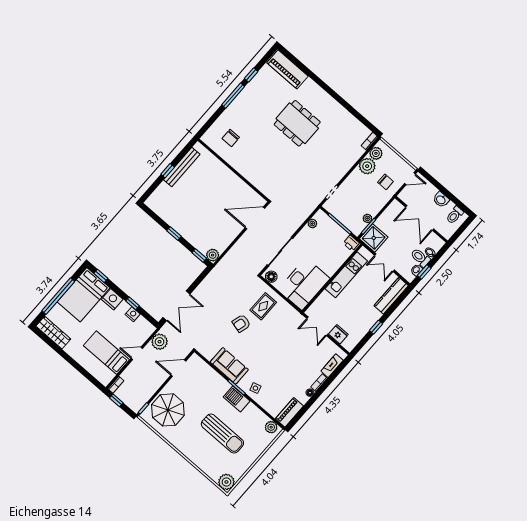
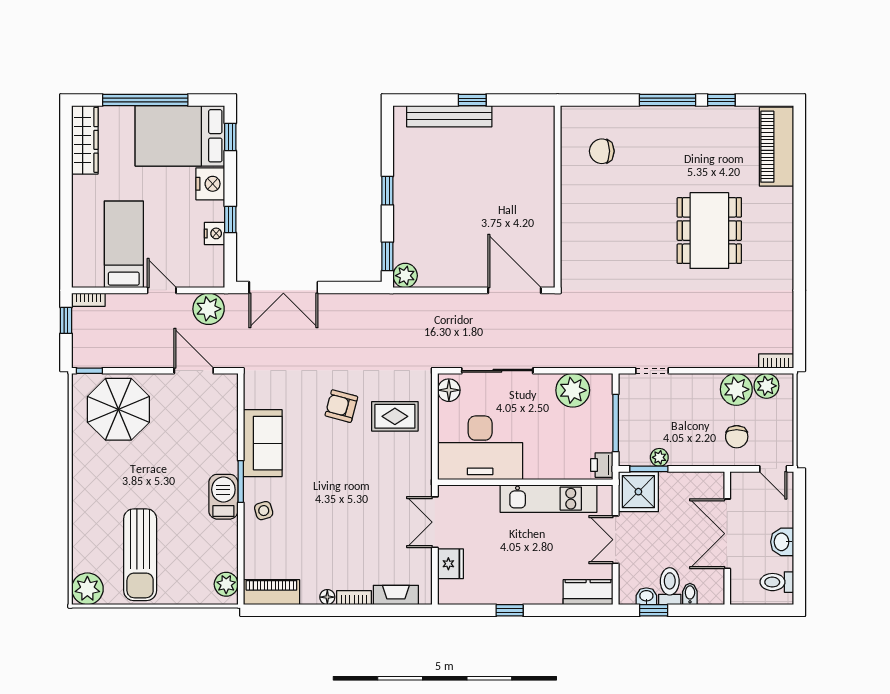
bench: (182, 167) -> (449, 116), moved
plant: (312, 224) -> (573, 390), width x1.88, depth x1.88
kitchen counter: (391, 296) -> (588, 592), width x0.67
sun lounger: (222, 434) -> (140, 555), moved

